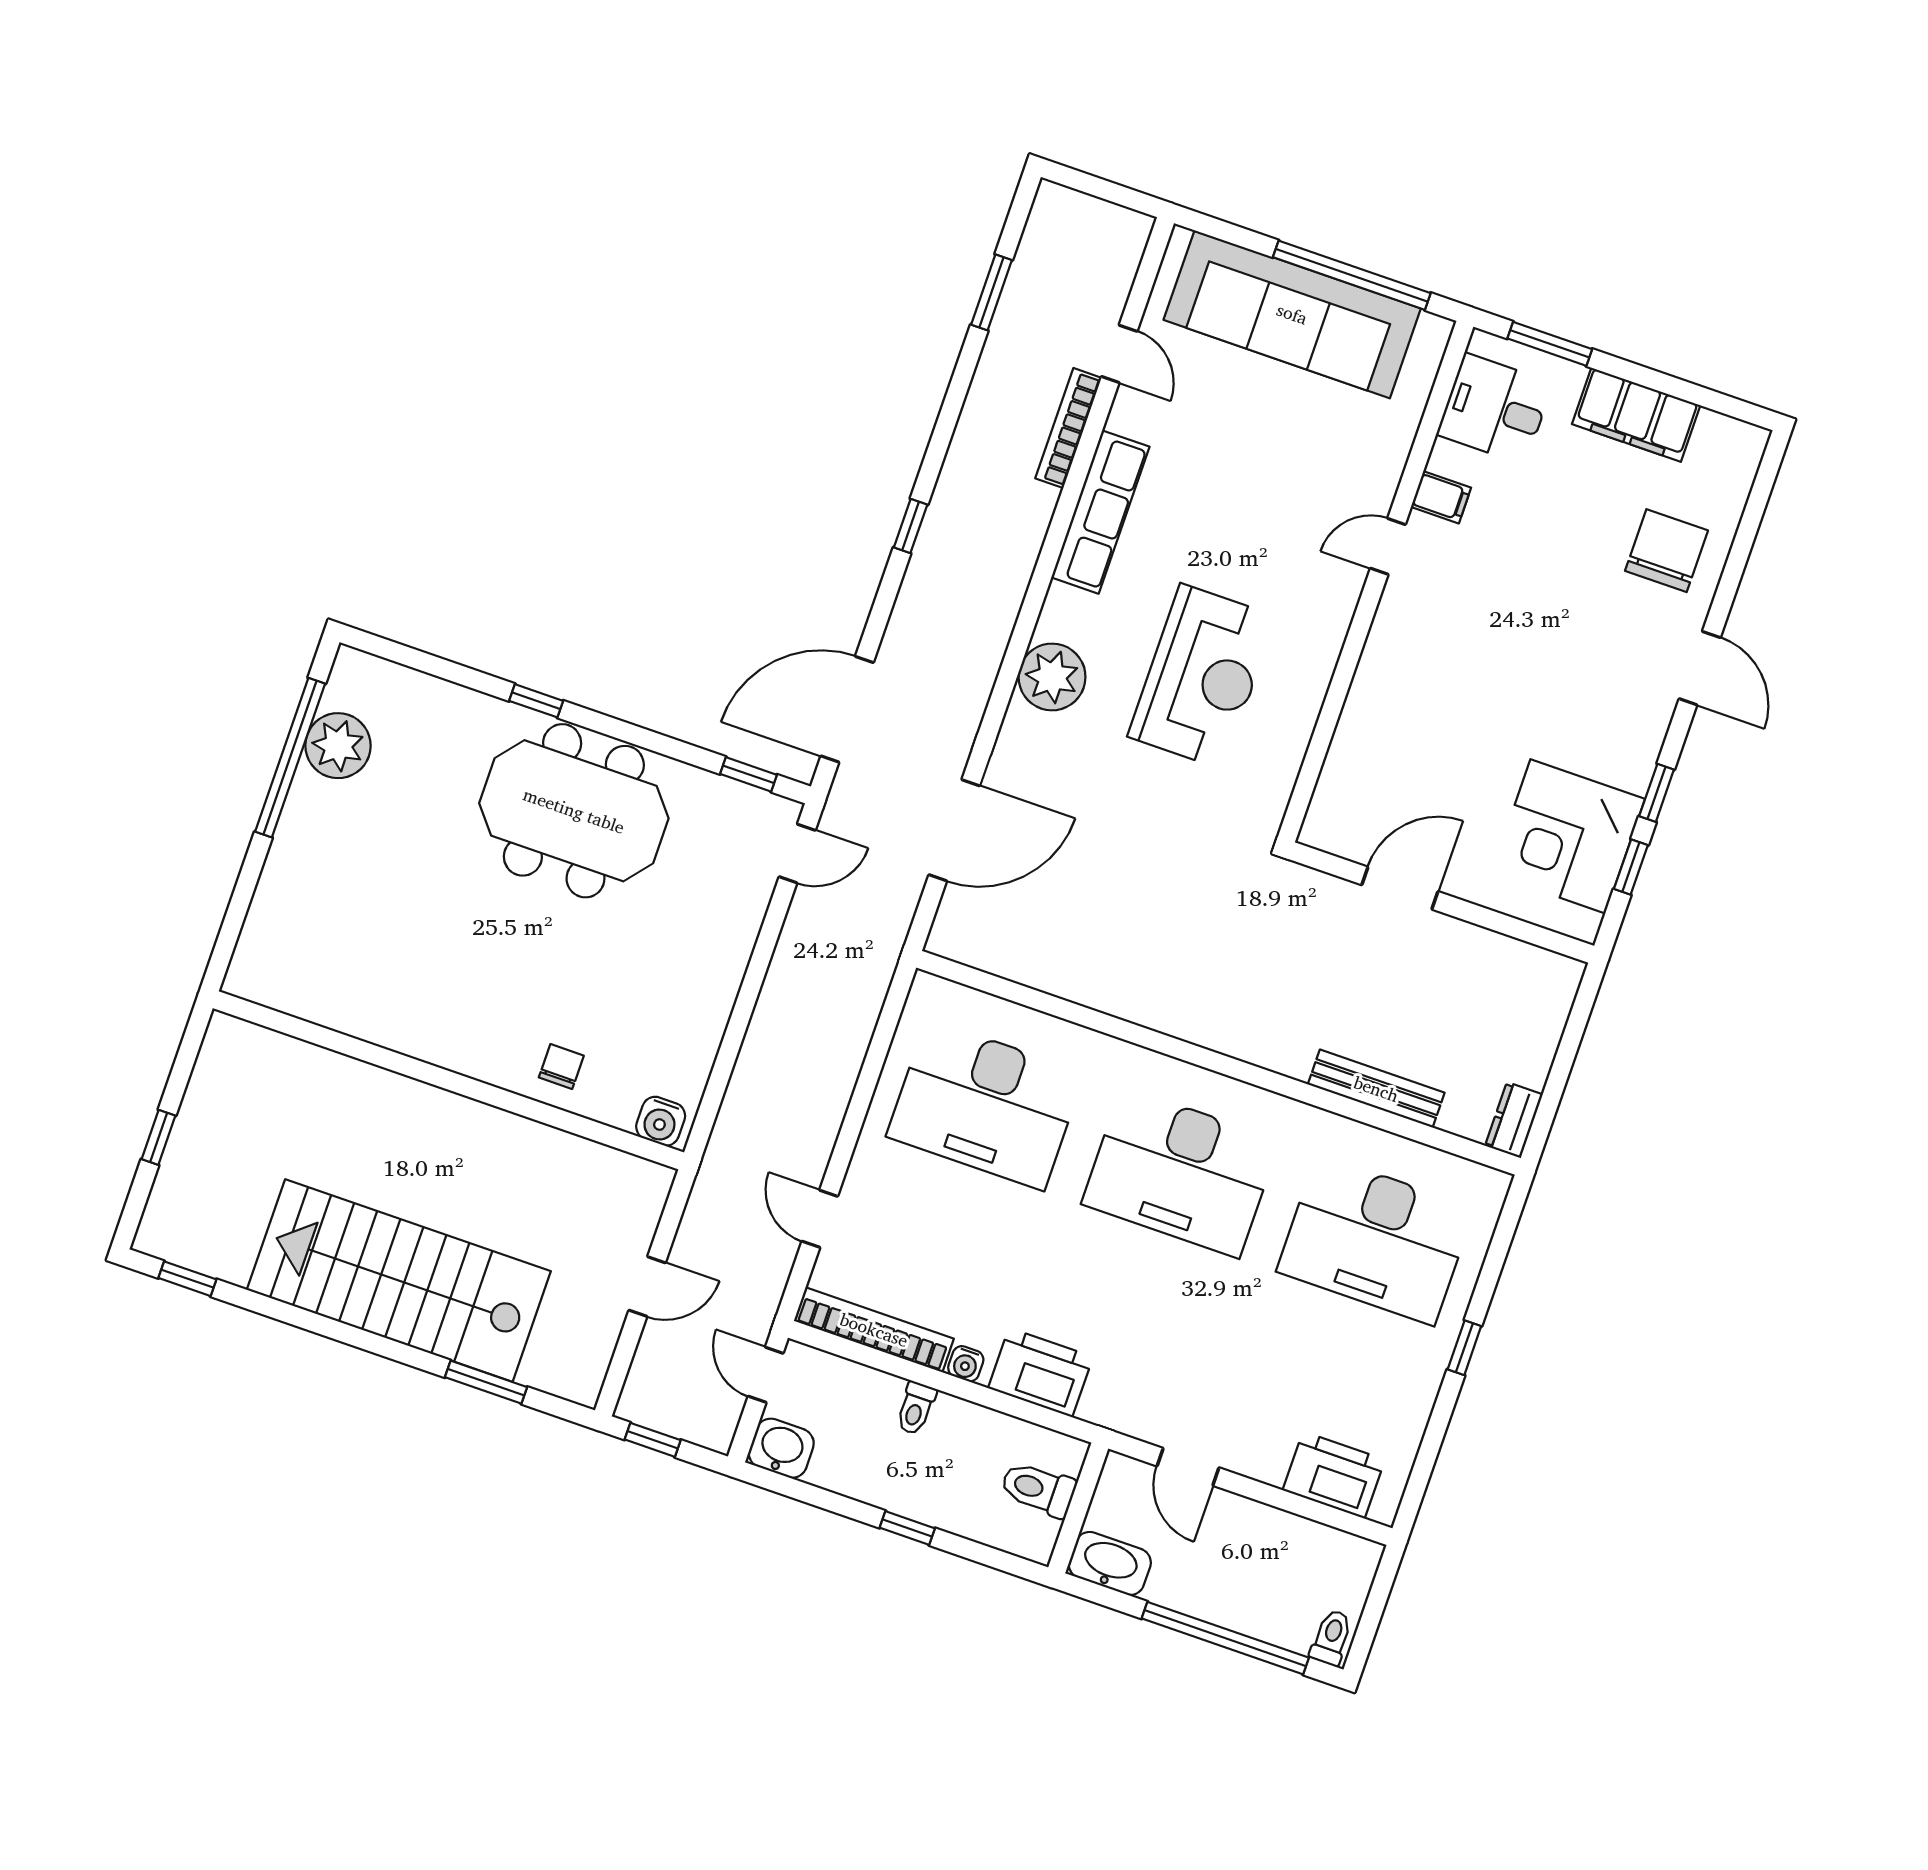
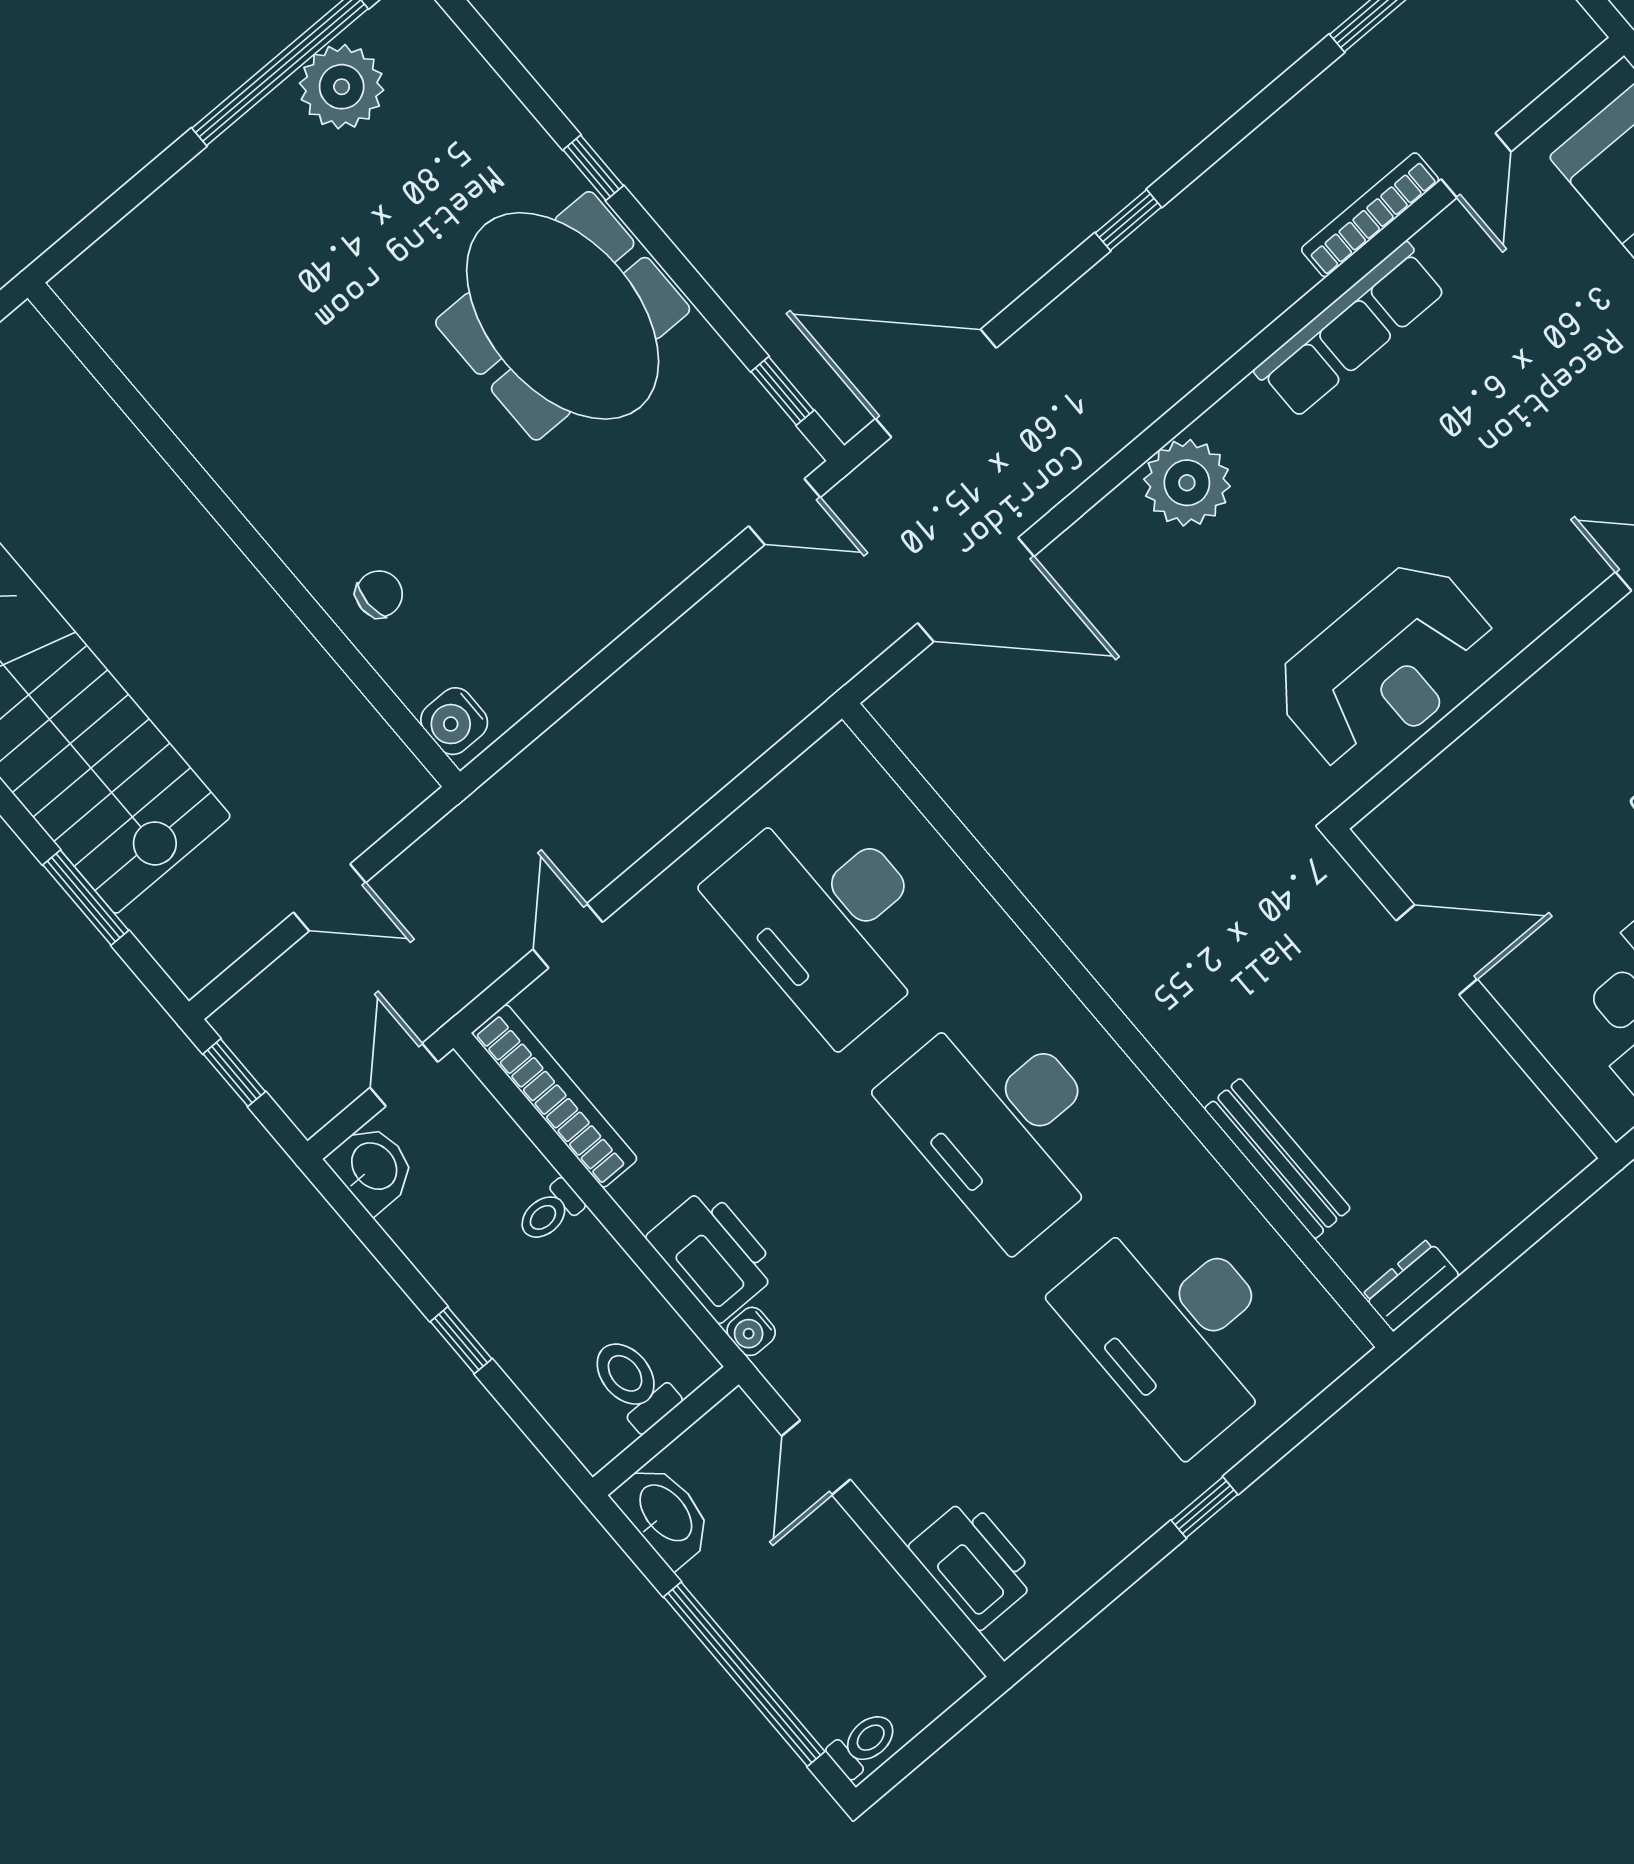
reception desk: (1202, 676) -> (1385, 666), moved
water cooler: (966, 1364) -> (751, 1331), moved

